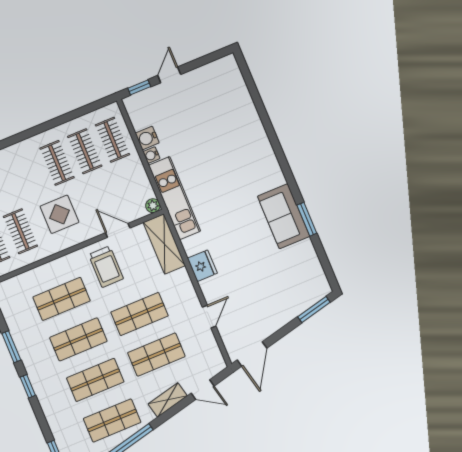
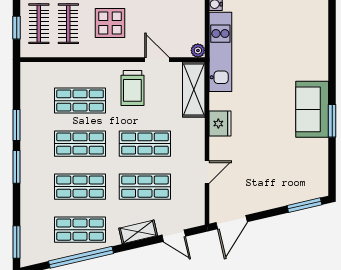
window: (28, 386) -> (17, 167), width x1.50

